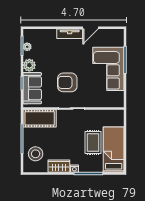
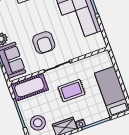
armchair: (67, 82) -> (44, 43), turned -90
rug: (93, 142) -> (71, 91), moved, turned 90

